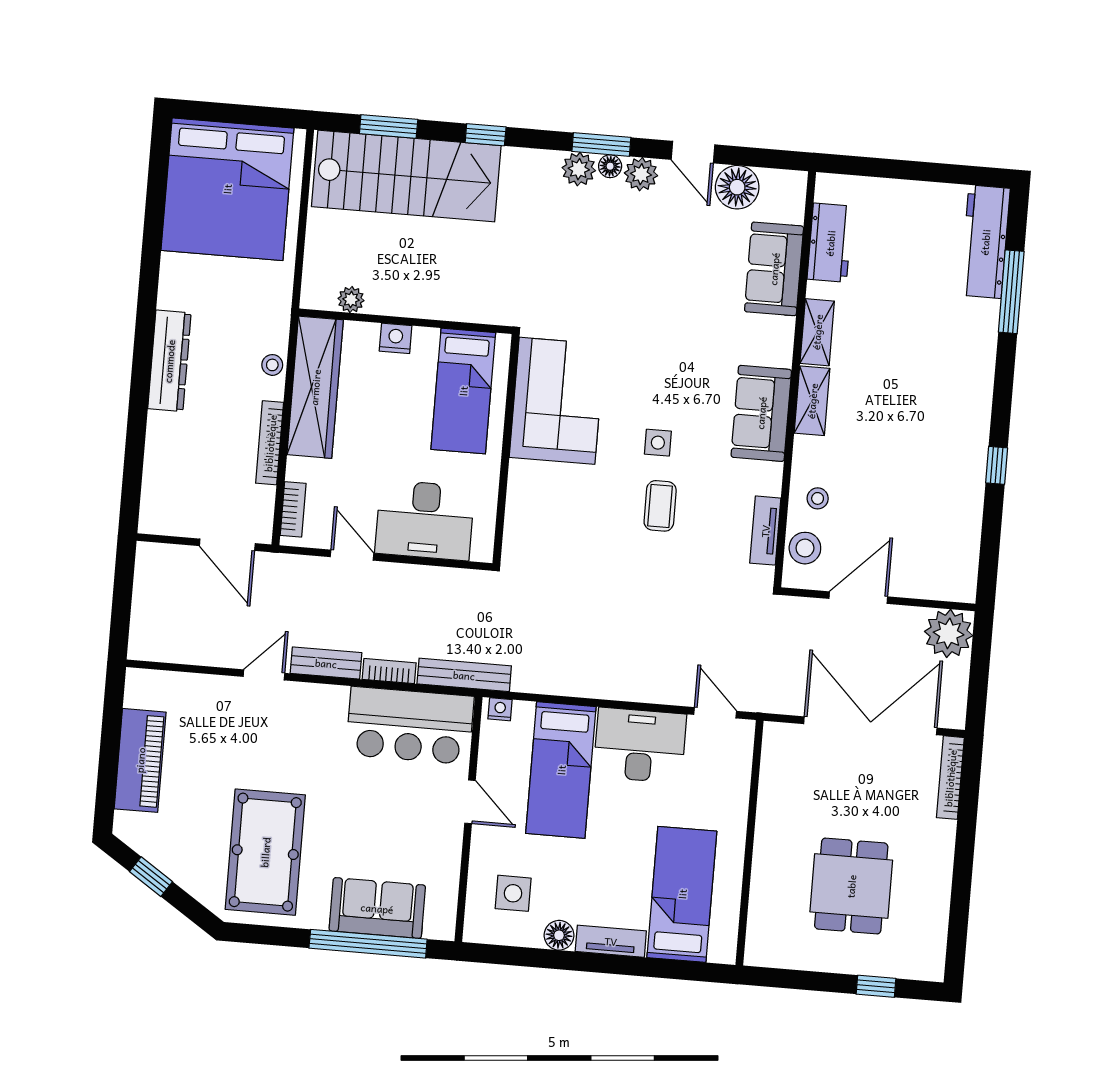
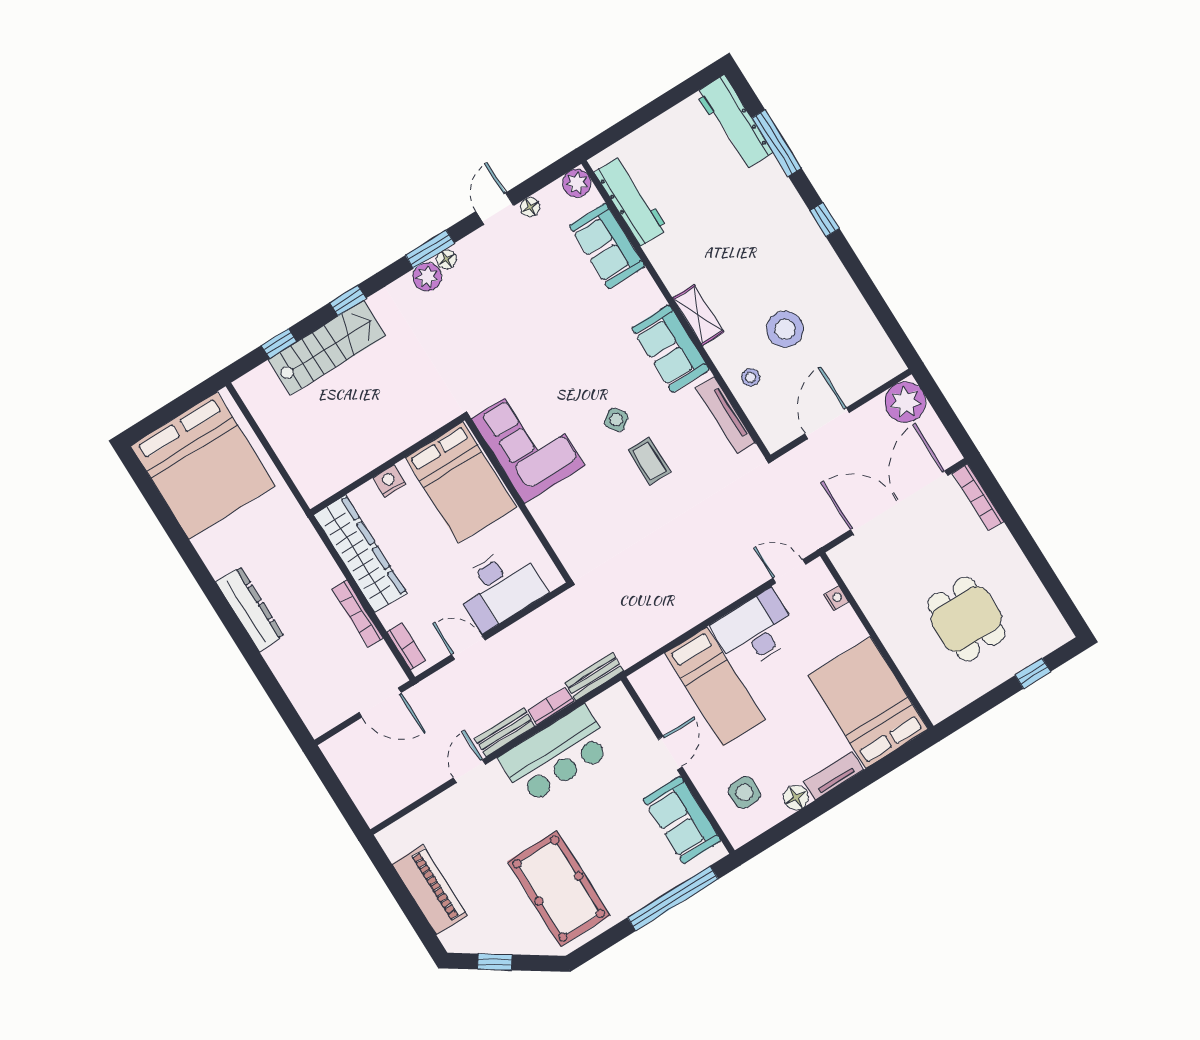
window: (389, 127) -> (279, 343), width x0.67
door: (693, 152) -> (495, 209), swing flipped
plant: (641, 174) -> (577, 183), moved
stairs: (406, 176) -> (327, 348), width x0.73, depth x0.66
floor lamp: (737, 187) -> (530, 207), width x0.53, depth x0.53
workbench: (830, 243) -> (631, 201), width x1.38
plant: (351, 300) -> (340, 477), removed
shelving: (817, 332) -> (667, 267), removed
stool: (272, 365) -> (320, 560), removed
bed: (463, 391) -> (461, 482), width x1.50
side table: (658, 443) -> (616, 420), turned -36
window: (997, 465) -> (825, 220), moved
tv unit: (765, 531) -> (726, 415), width x1.41
stool: (805, 548) -> (785, 329), moved, width x1.38, depth x1.38
bench: (464, 675) -> (594, 677), width x0.73
nightstand: (500, 709) -> (836, 598), moved, turned 90
bar counter: (410, 725) -> (556, 755), moved
door: (470, 802) -> (670, 753), hinge flipped
bed: (682, 894) -> (868, 702), width x1.50
sofa: (377, 908) -> (682, 820), moved, turned -90

